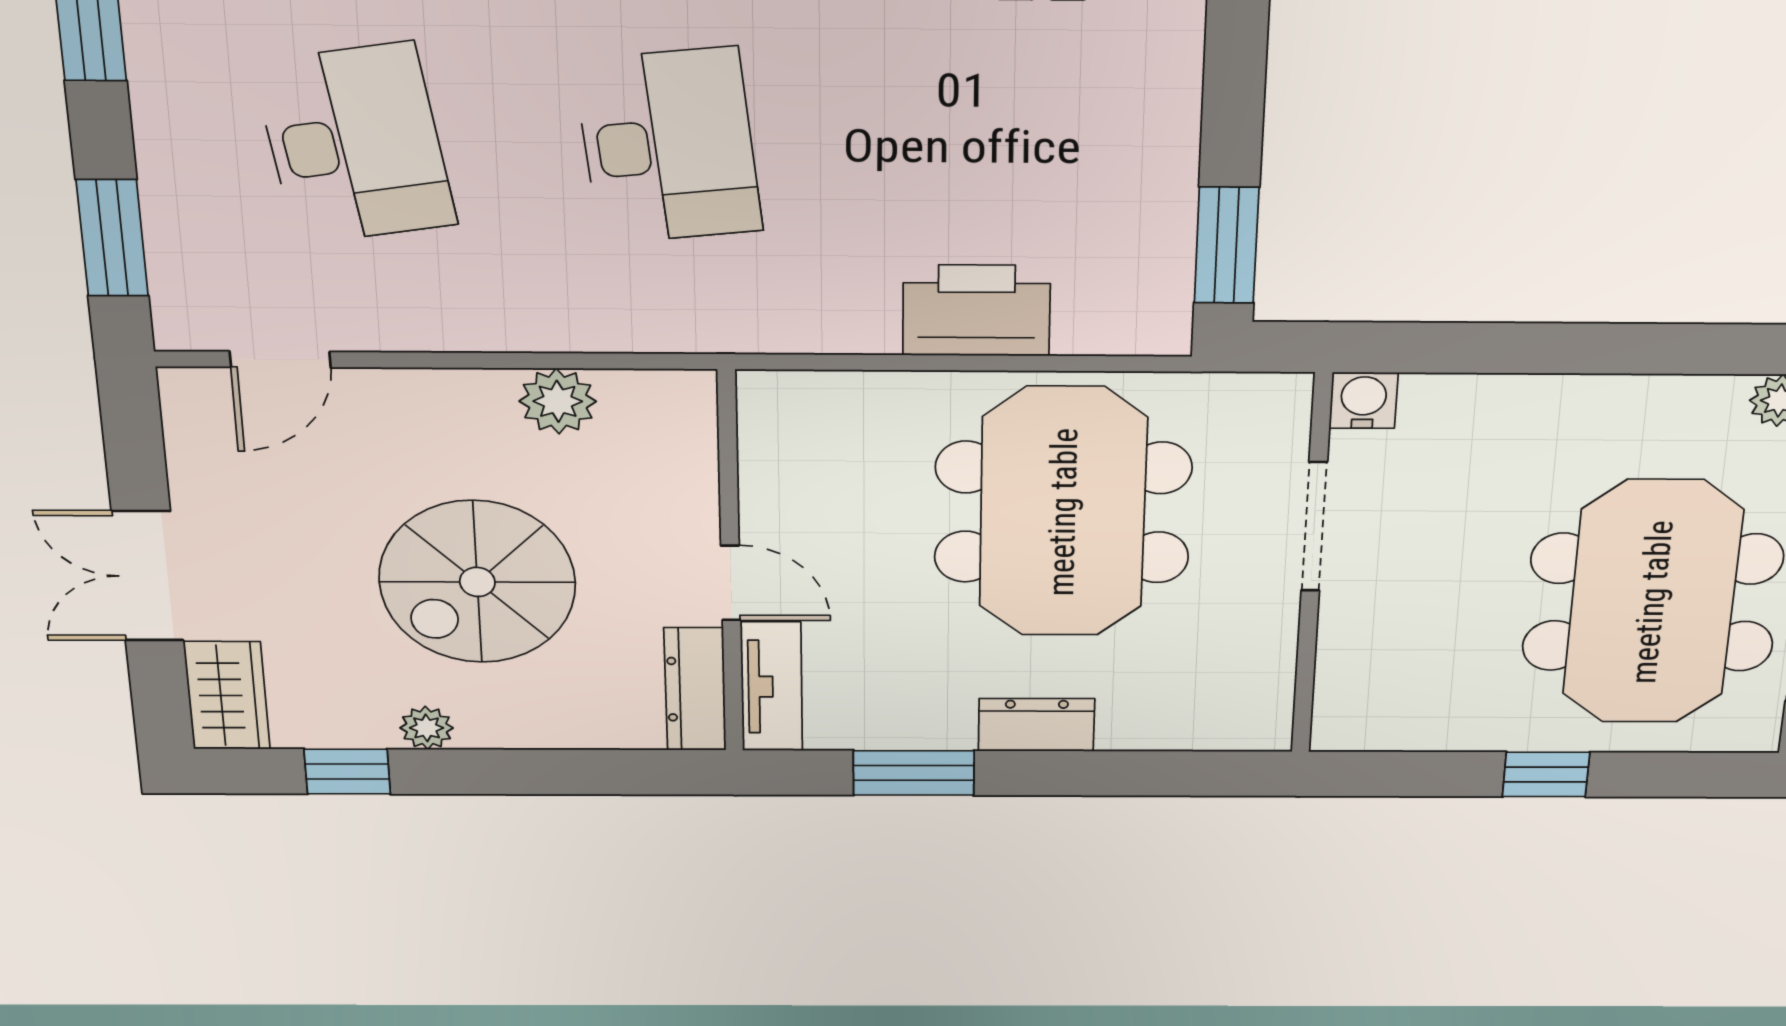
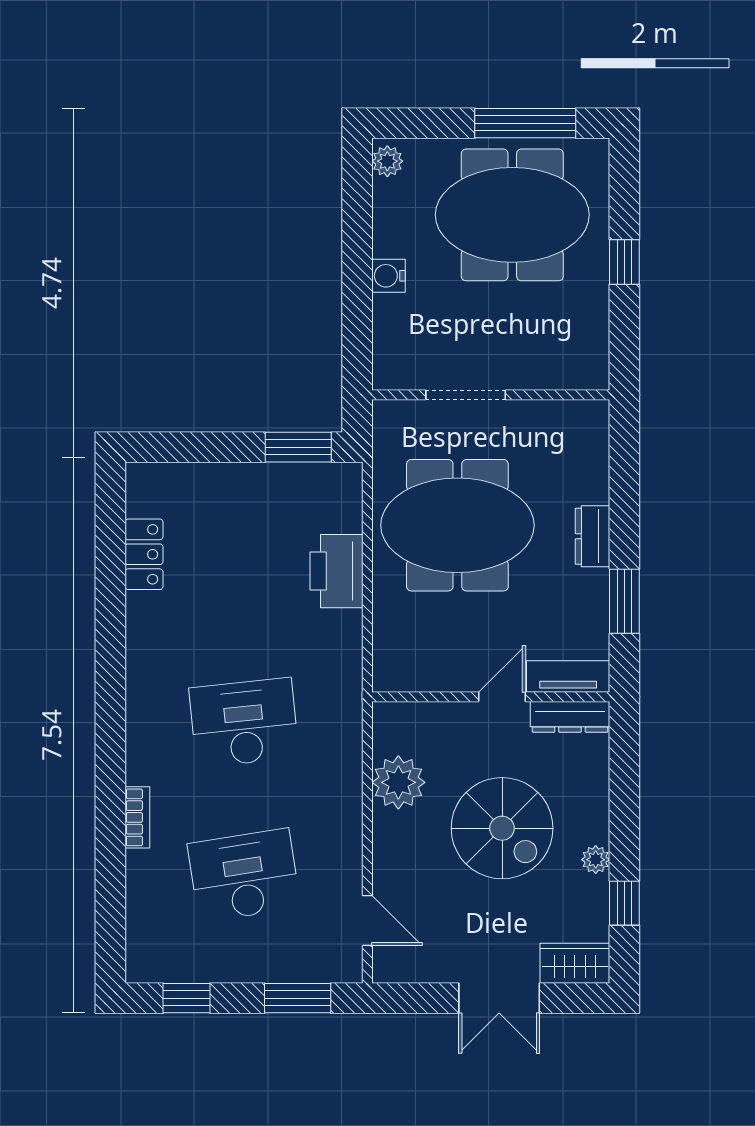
water cooler: (1363, 400) -> (389, 276), moved
plant: (558, 401) -> (398, 782), width x1.36, depth x1.36

